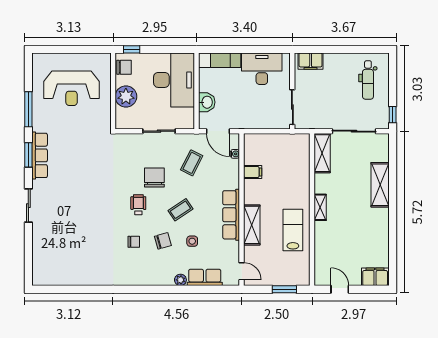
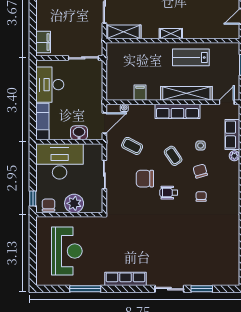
window: (28, 155) -> (202, 289), moved
shelving: (252, 225) -> (186, 93), width x1.47

